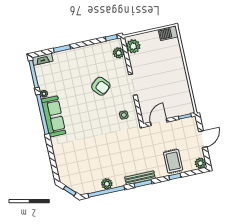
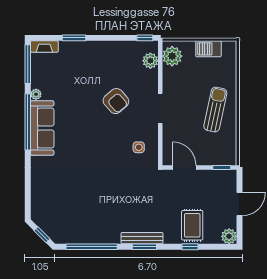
barbecue: (168, 33) -> (208, 49), moved
sun lounger: (171, 77) -> (215, 109), added
door: (159, 122) -> (184, 168), hinge flipped
plant: (107, 184) -> (95, 236), removed

